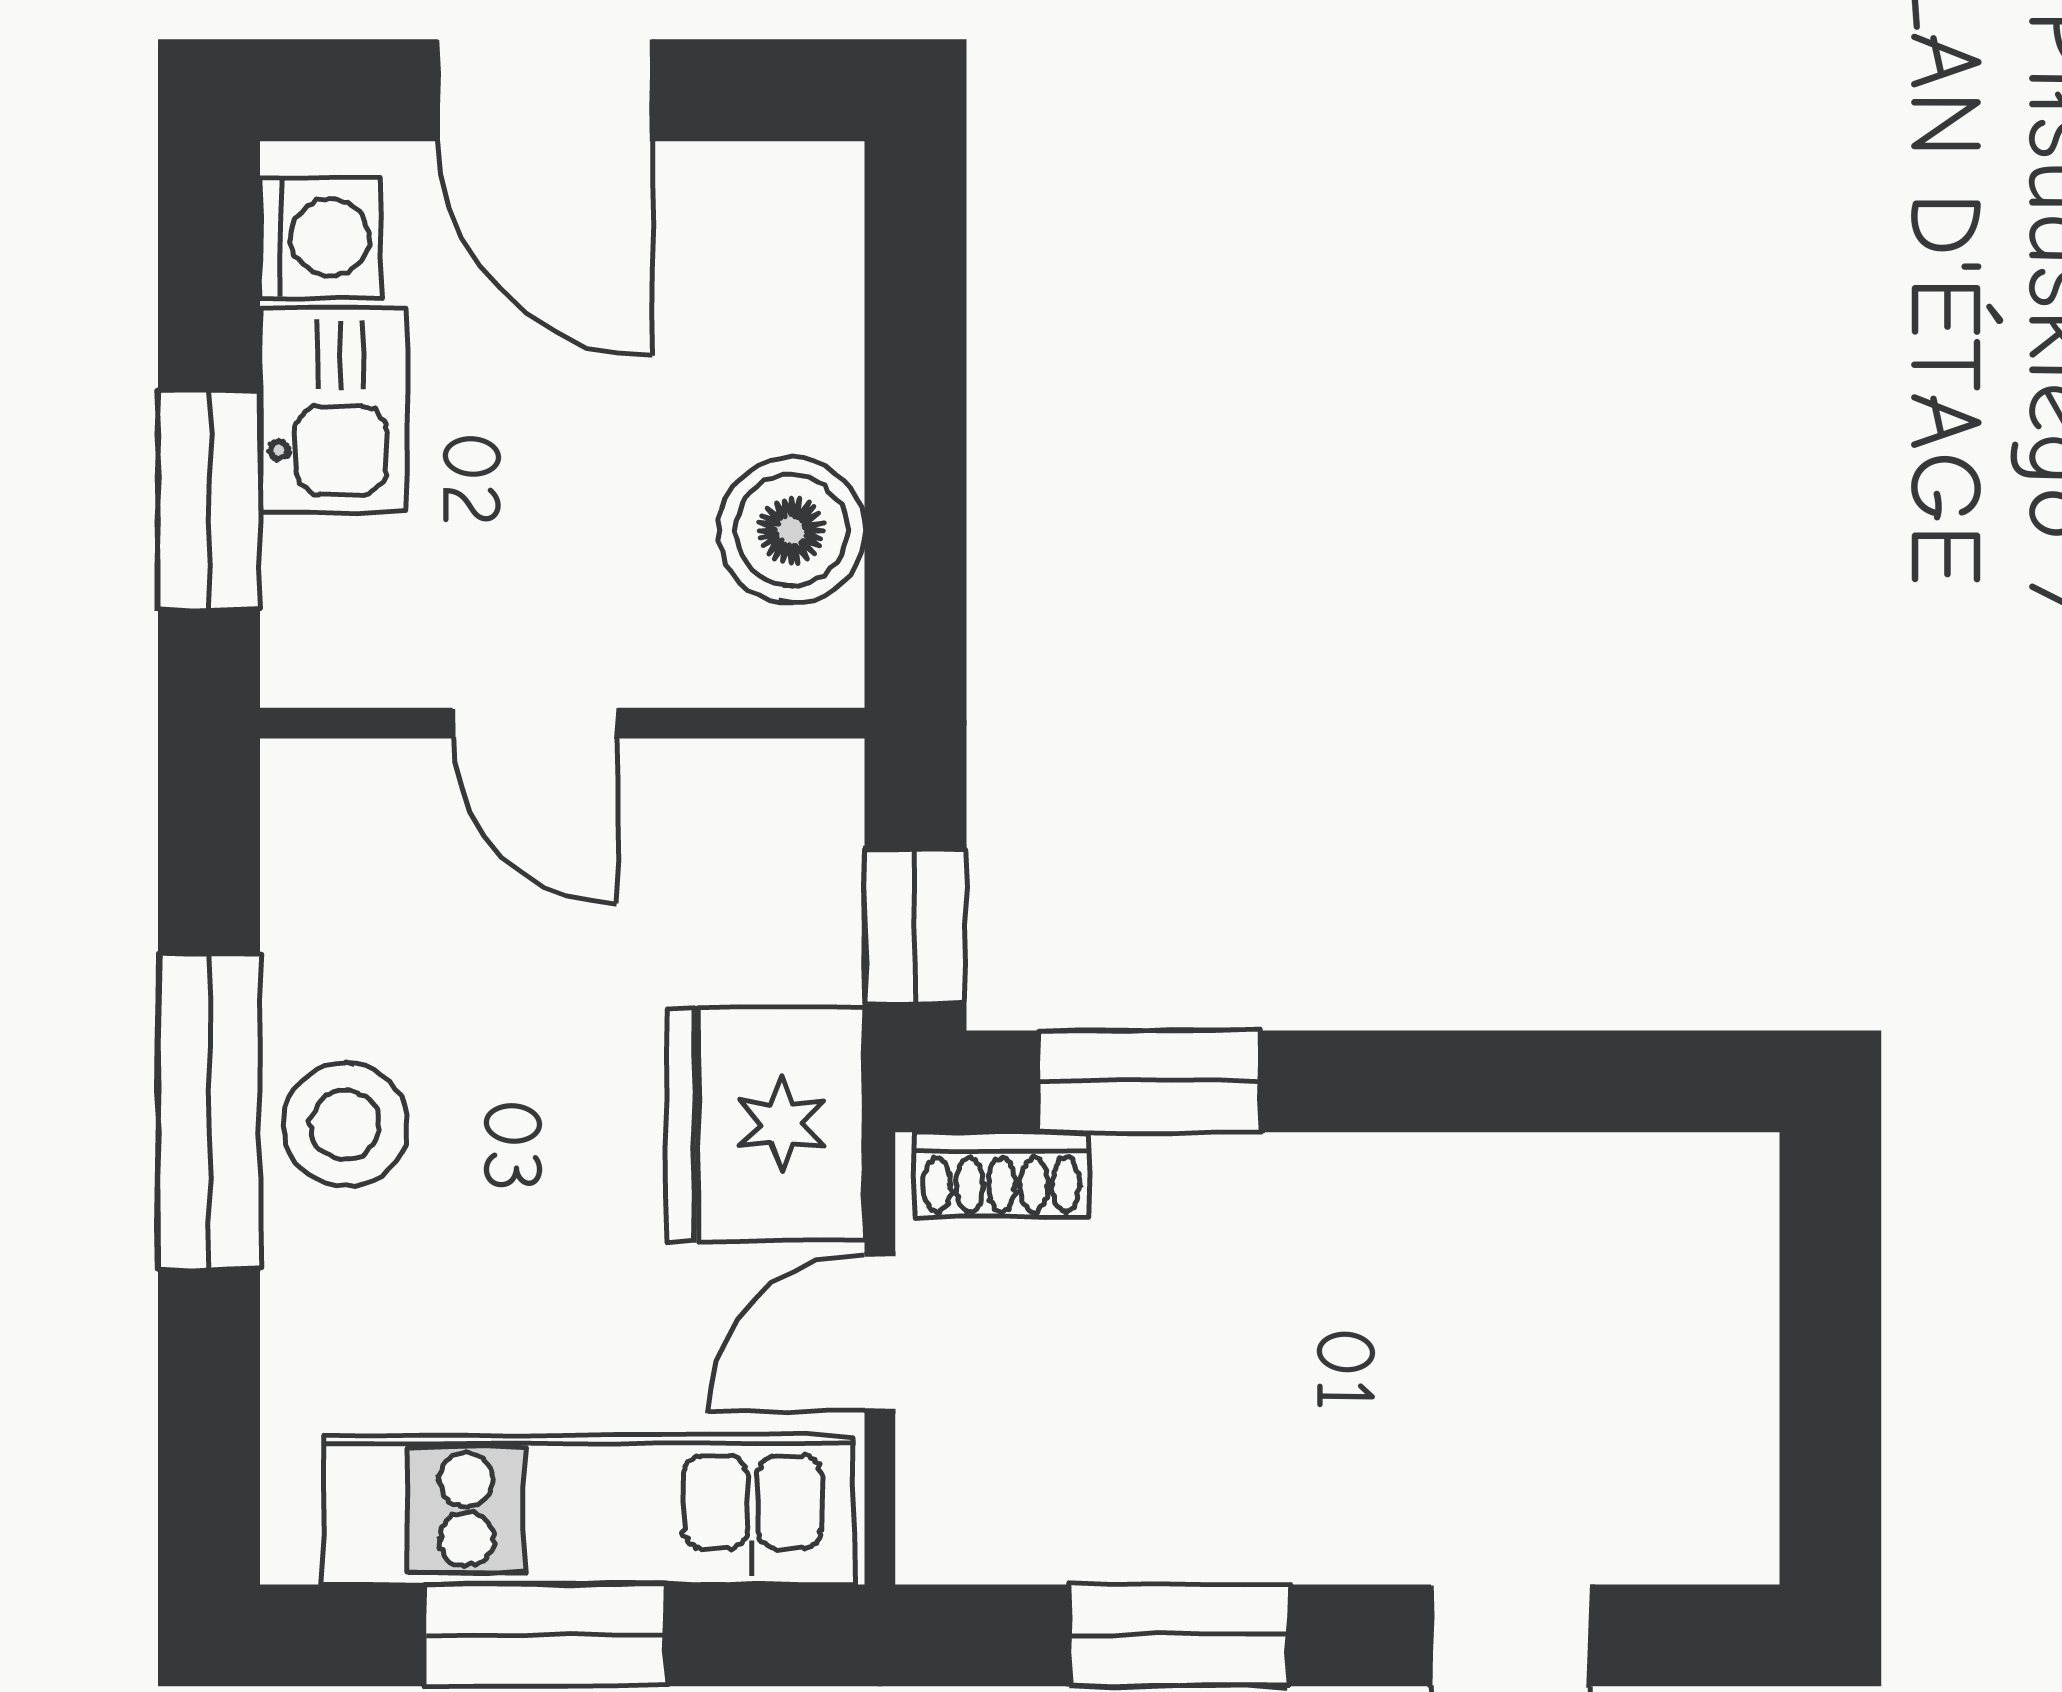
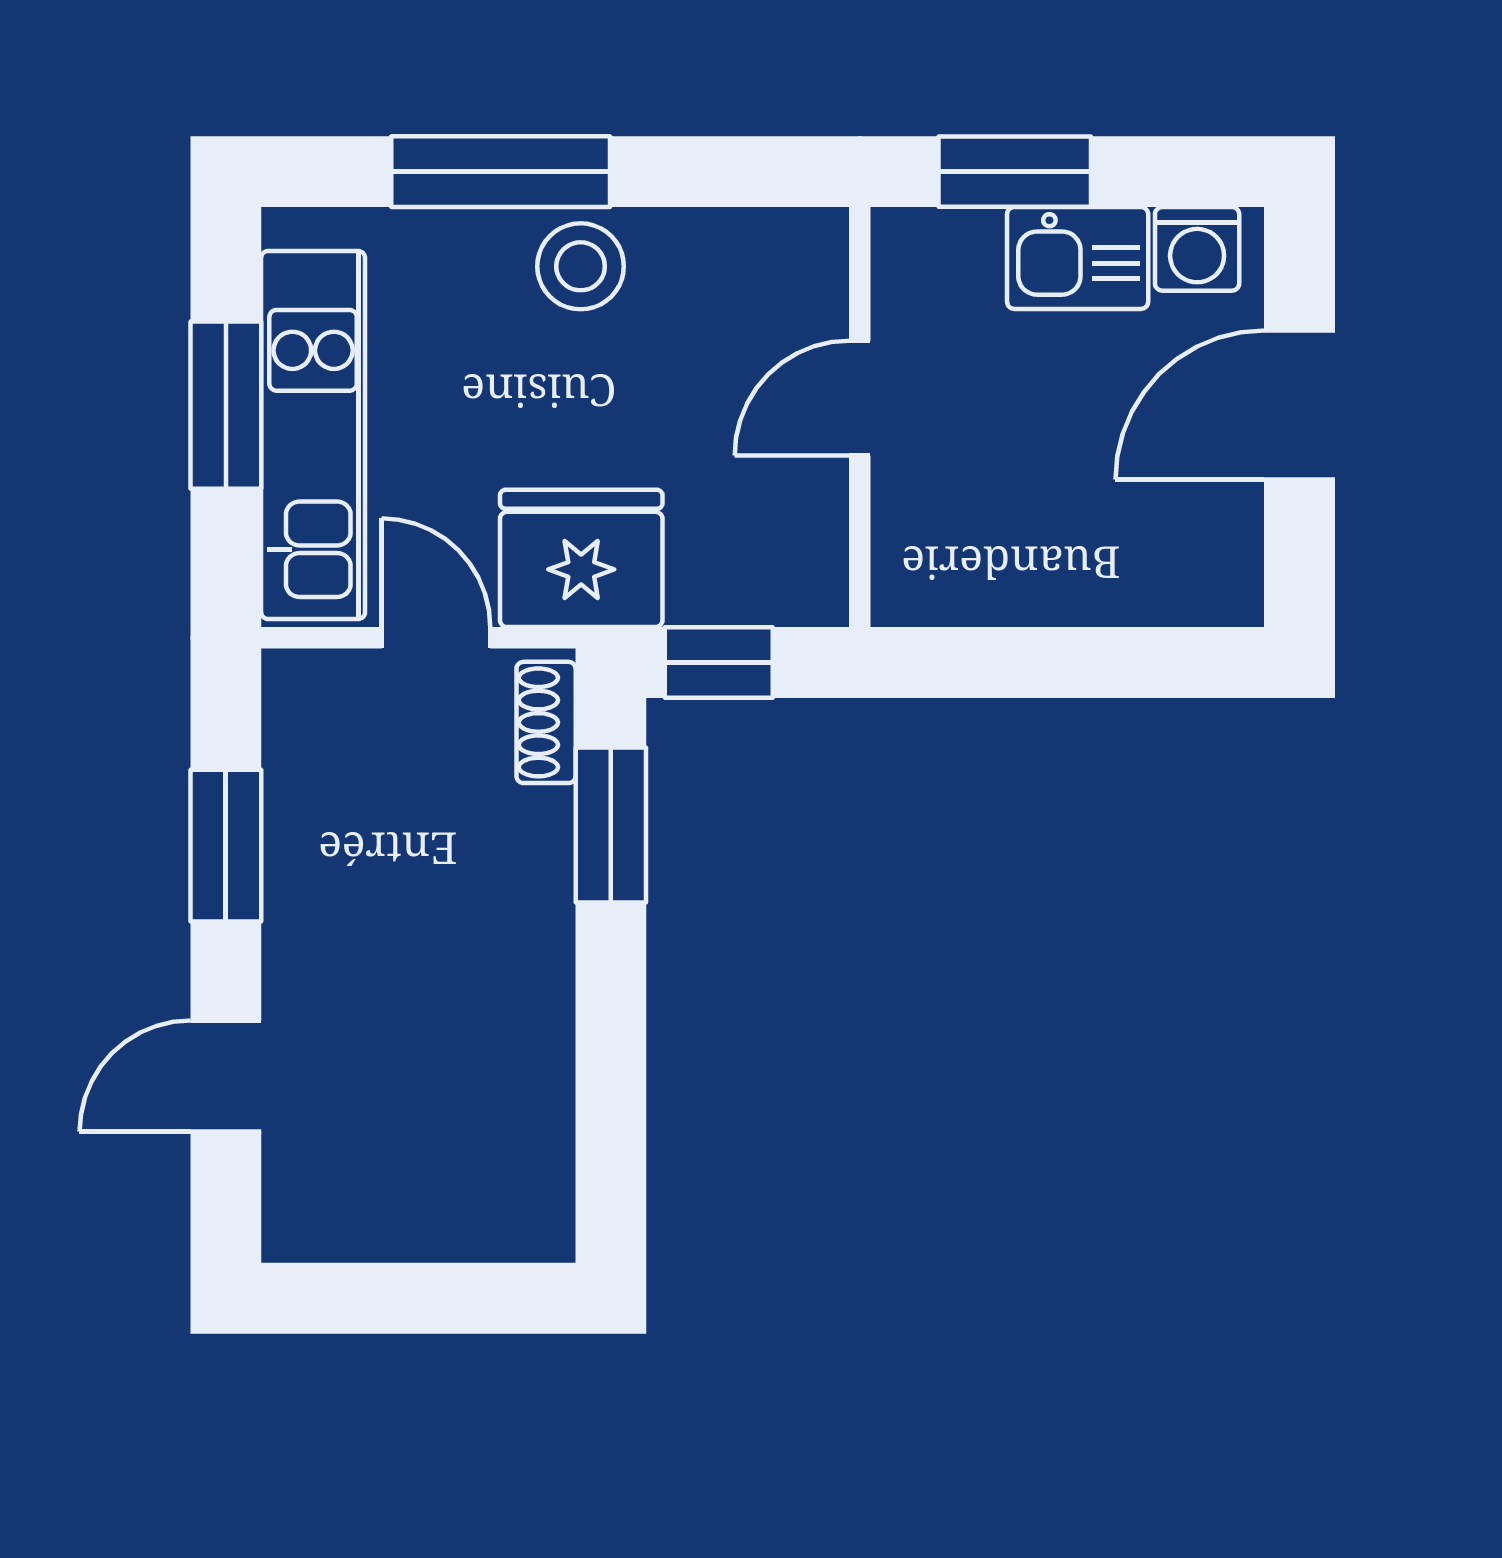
boiler: (791, 530) -> (994, 576), removed
window: (209, 1112) -> (501, 172), moved

